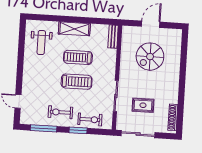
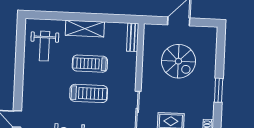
spiral stairs: (150, 57) -> (178, 61), turned -90
window: (182, 81) -> (219, 90), added

